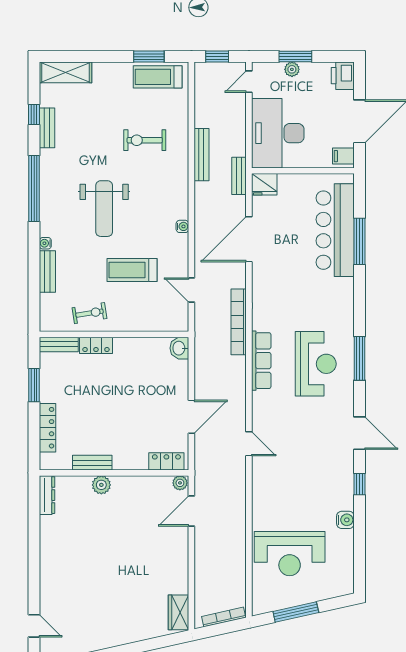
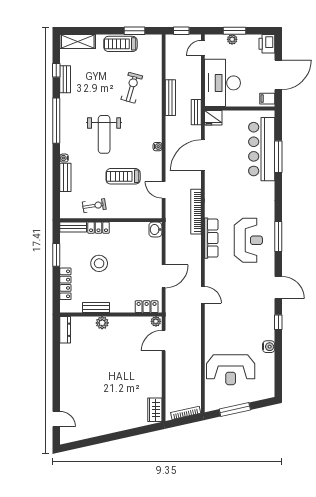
treadmill: (158, 77) -> (120, 44), moved
exercise bike: (145, 140) -> (132, 88), turned 106
stool: (97, 398) -> (99, 263), added

